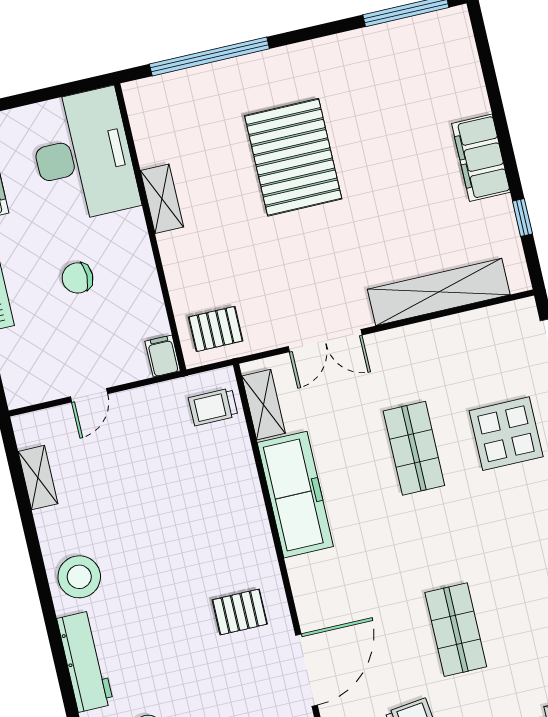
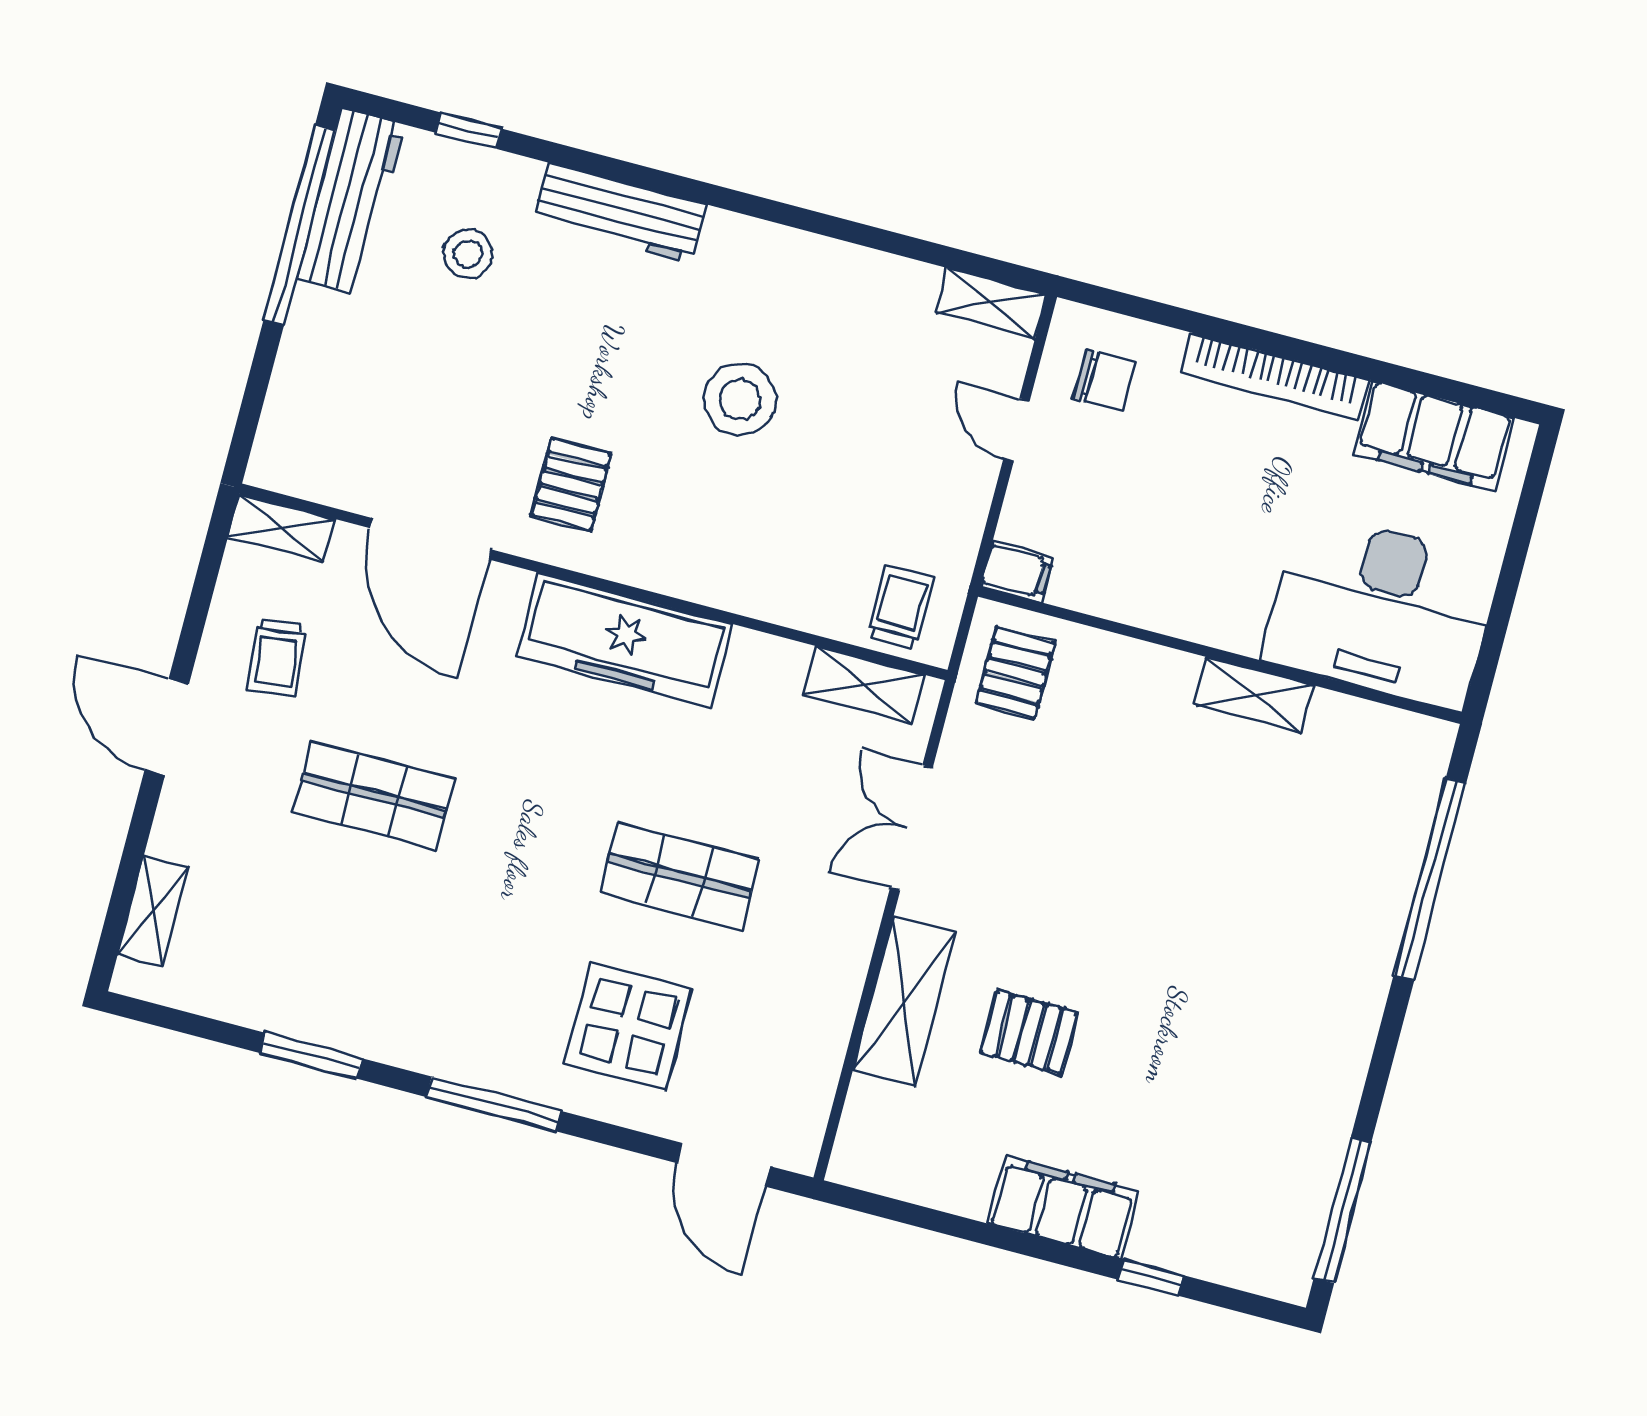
pallet: (293, 157) -> (1029, 1032), moved, width x0.49, depth x0.50
window: (522, 217) -> (1151, 1278), moved
chair: (78, 278) -> (1105, 380), moved, turned 90
shelving: (439, 292) -> (904, 1001), width x0.68
shelving: (38, 478) -> (992, 303), moved
freezer: (295, 495) -> (624, 640), moved
stool: (79, 577) -> (740, 399), moved

